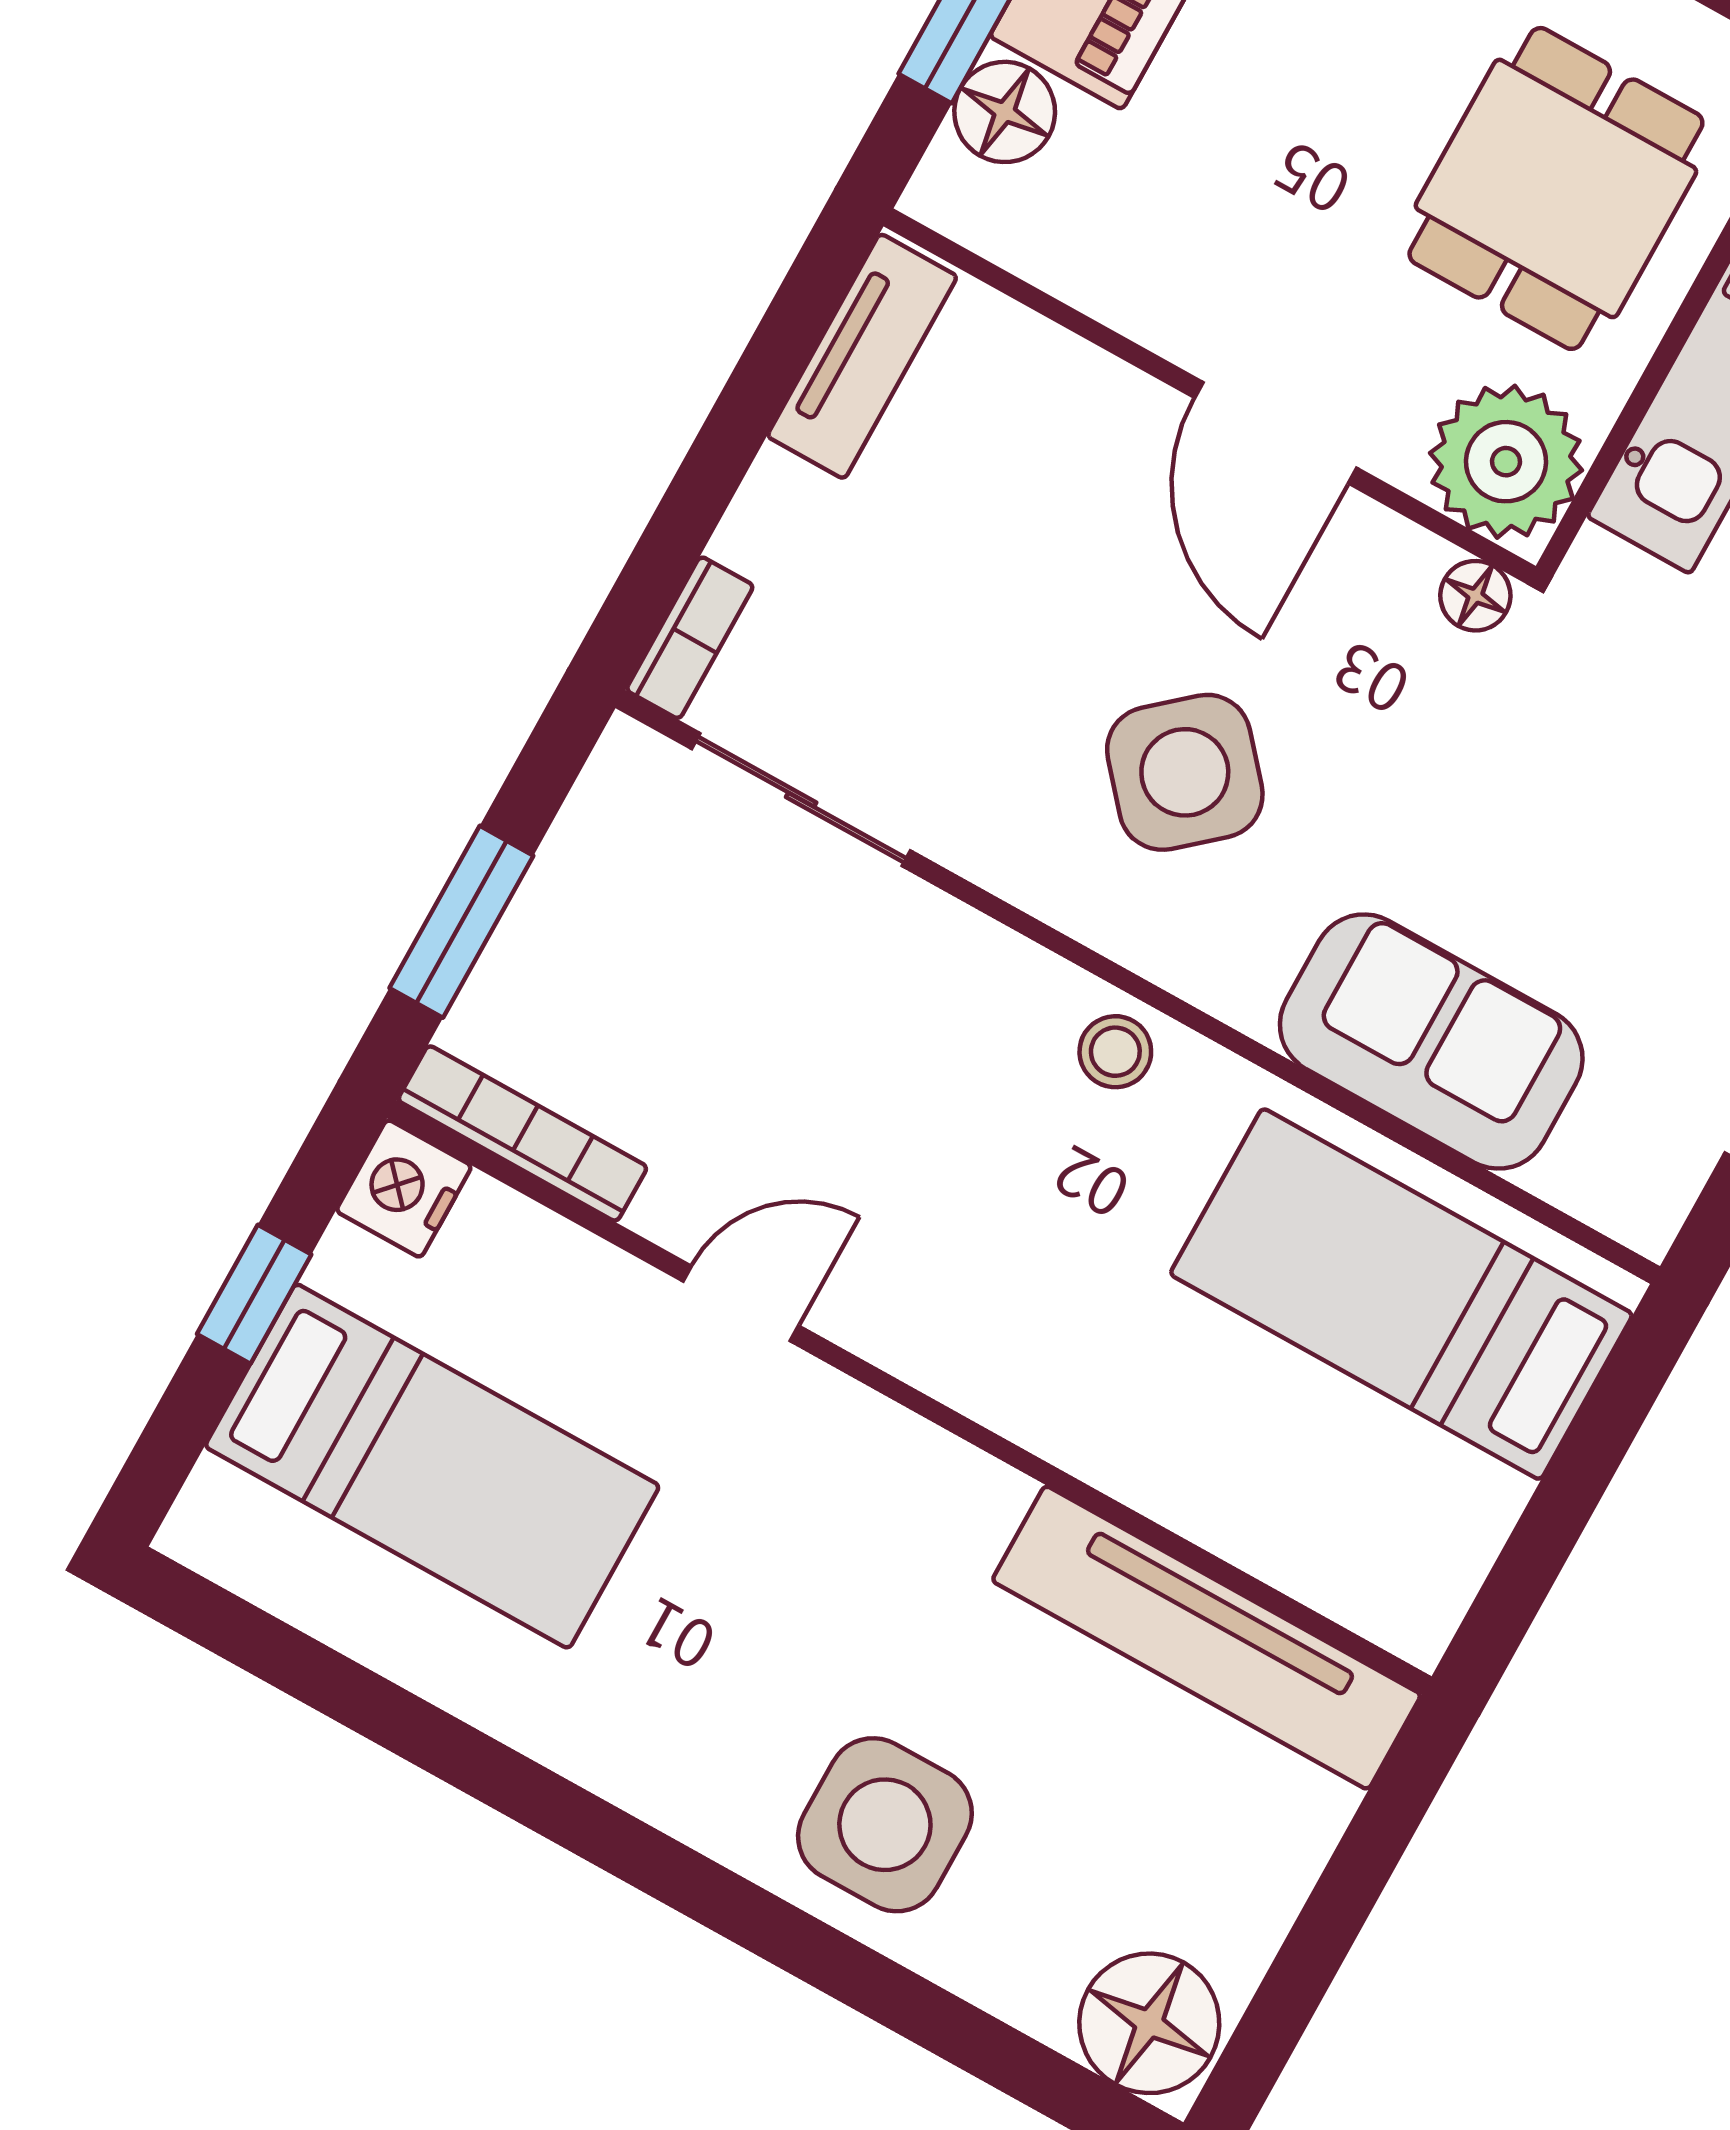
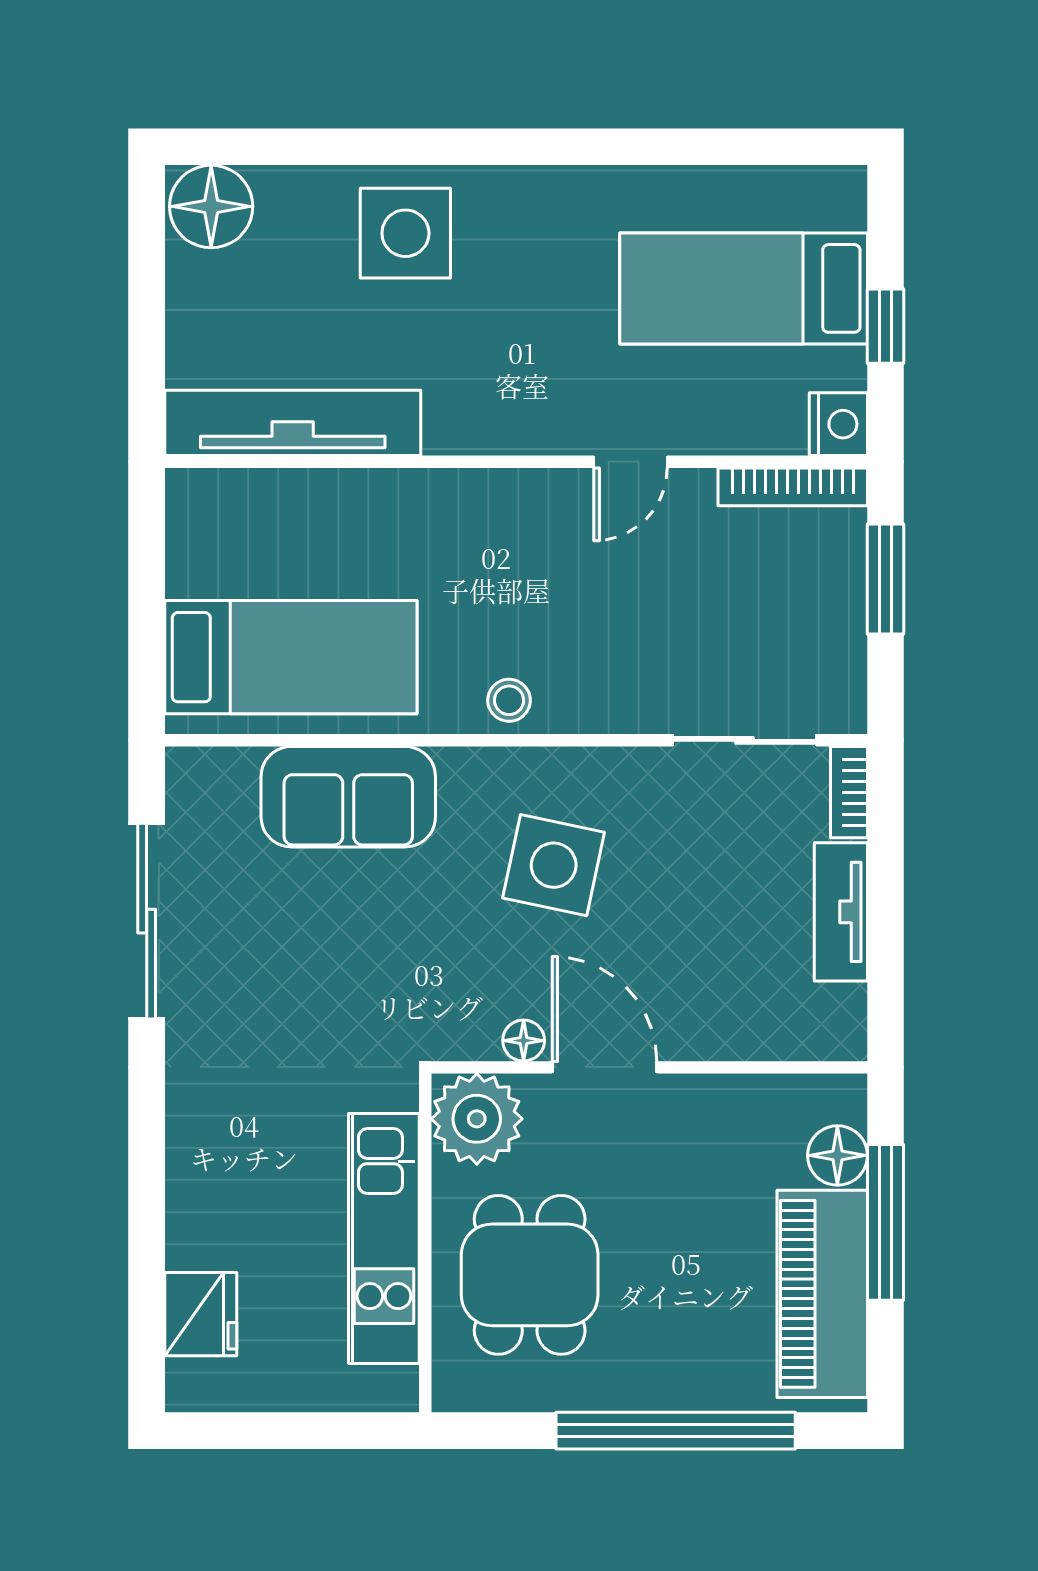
tv unit: (862, 356) -> (841, 912), moved
floor lamp: (1475, 596) -> (524, 1041), moved
side table: (1185, 772) -> (554, 865), turned -37

